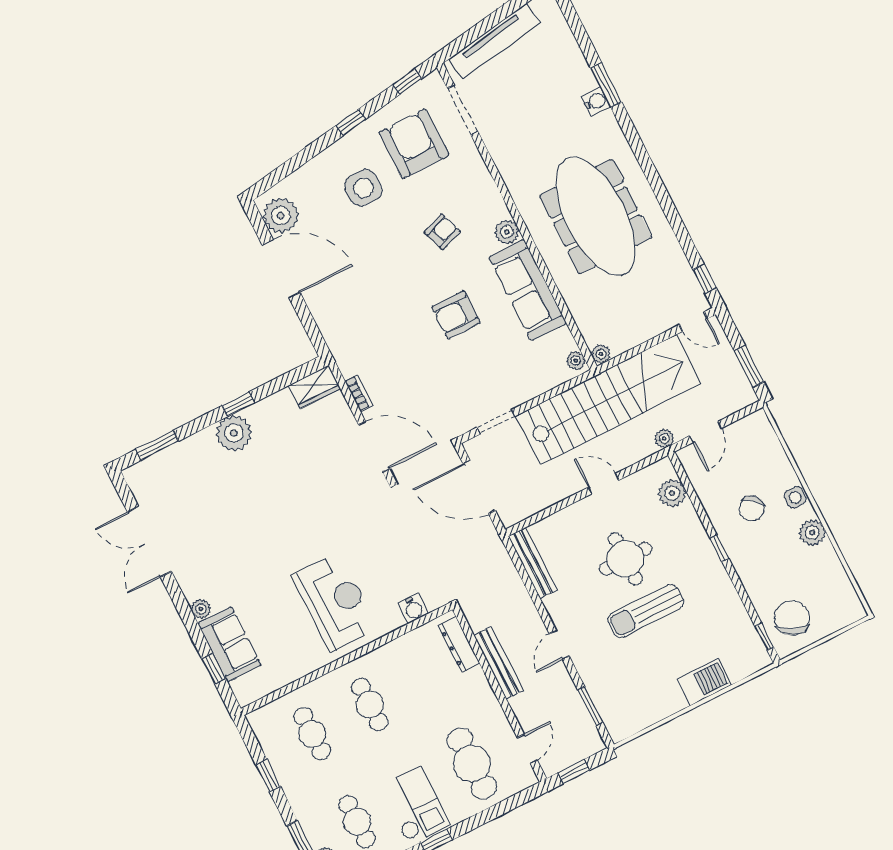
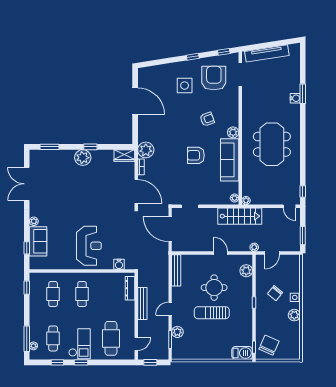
plant: (281, 216) -> (146, 150), moved
meeting table: (596, 217) -> (272, 144), width x0.73
stairs: (608, 400) -> (240, 216), width x0.54, depth x0.66
barbecue: (704, 682) -> (242, 353), moved
plant: (597, 684) -> (177, 332), added
window: (268, 776) -> (27, 288), moved

